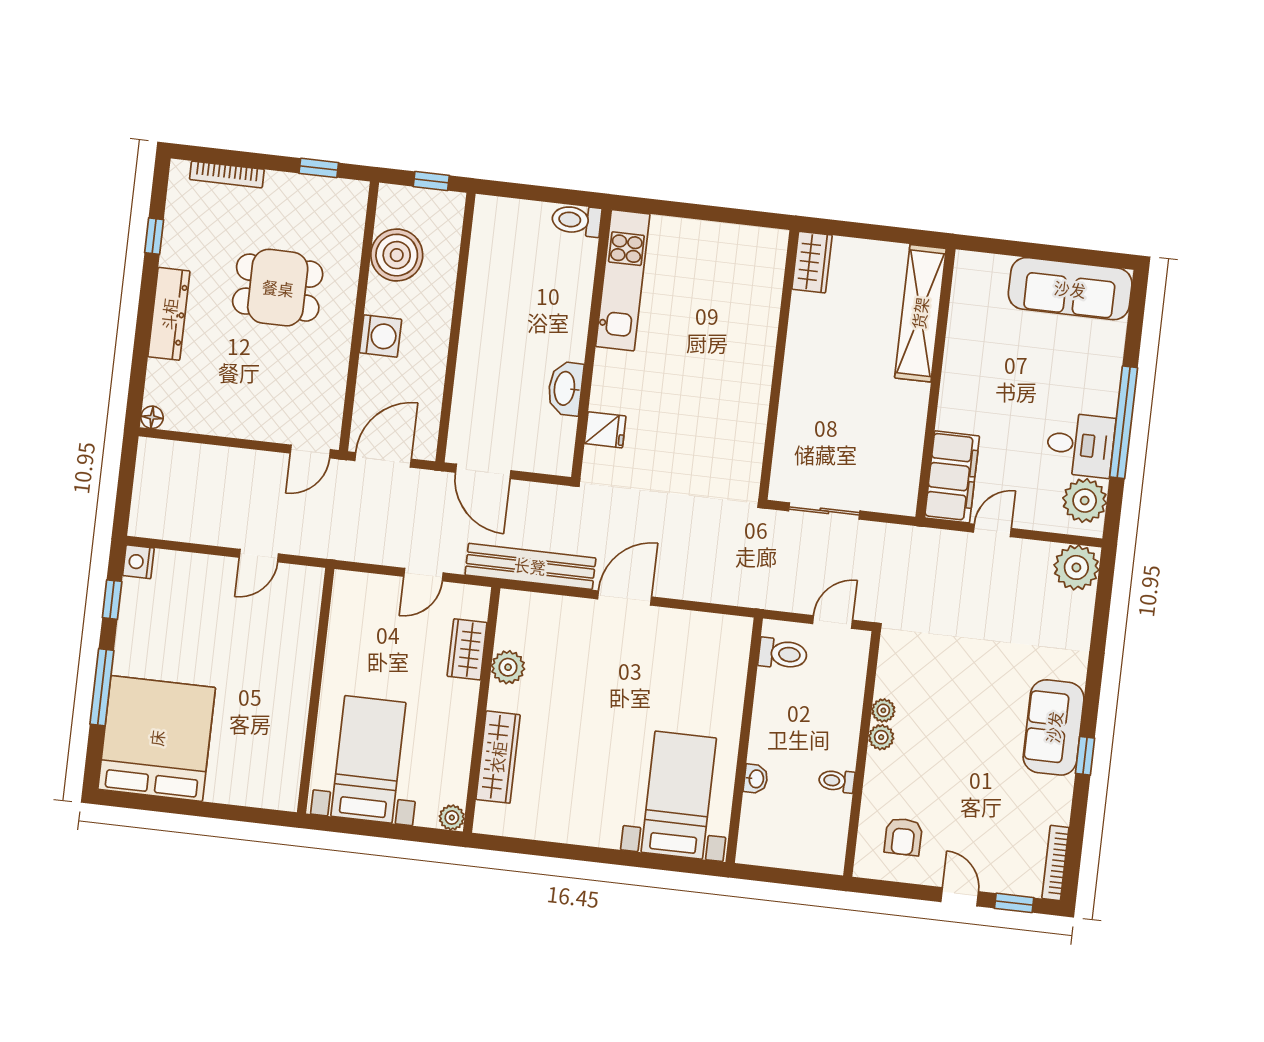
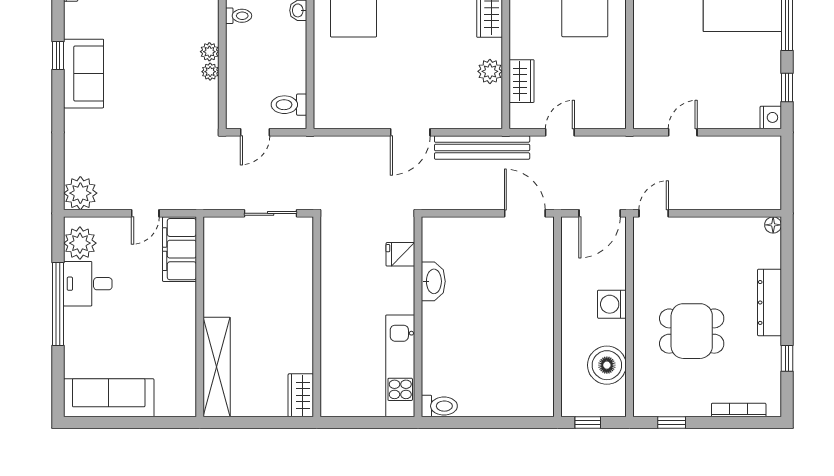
toilet: (577, 220) -> (439, 406), moved
kitchen unit: (623, 280) -> (400, 366), moved
wall: (591, 343) -> (418, 317), moved
washbasin: (565, 388) -> (433, 281), moved
fridge: (605, 430) -> (400, 254), moved

